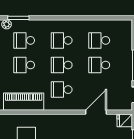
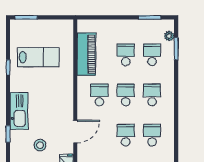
door: (96, 112) -> (75, 132), hinge flipped

